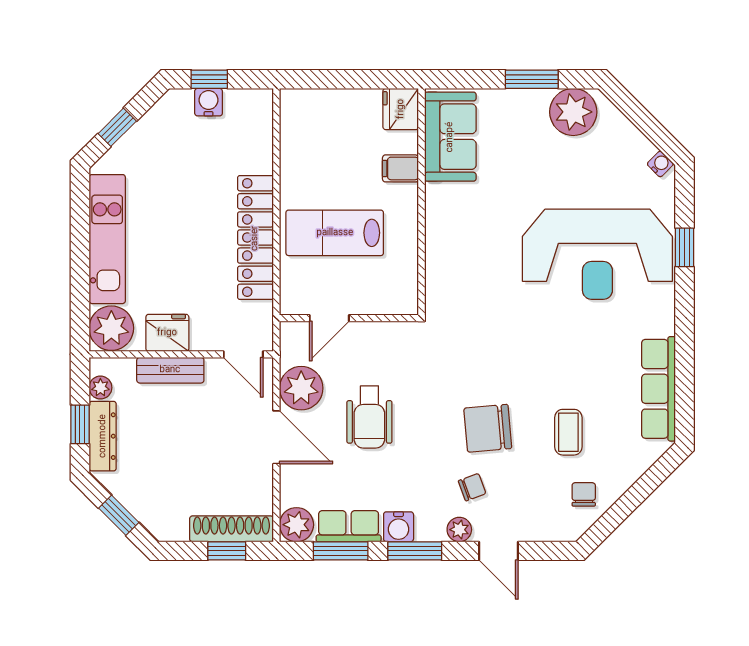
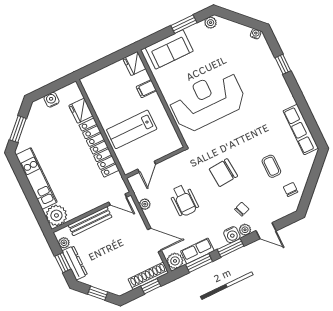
window: (209, 79) -> (47, 90), removed
plant: (573, 112) -> (211, 23), width x0.53, depth x0.53
window: (117, 127) -> (18, 129), width x1.50
sofa: (450, 137) -> (169, 49), moved, turned 90
reception desk: (597, 254) -> (207, 101), moved, turned 180
fridge: (167, 333) -> (81, 111), moved, turned -90
bench: (170, 370) -> (90, 221), width x1.36
plant: (301, 388) -> (145, 204), width x0.53, depth x0.53
chair: (488, 428) -> (223, 173), moved
door: (276, 437) -> (154, 240), moved
water cooler: (399, 527) -> (232, 235), moved

